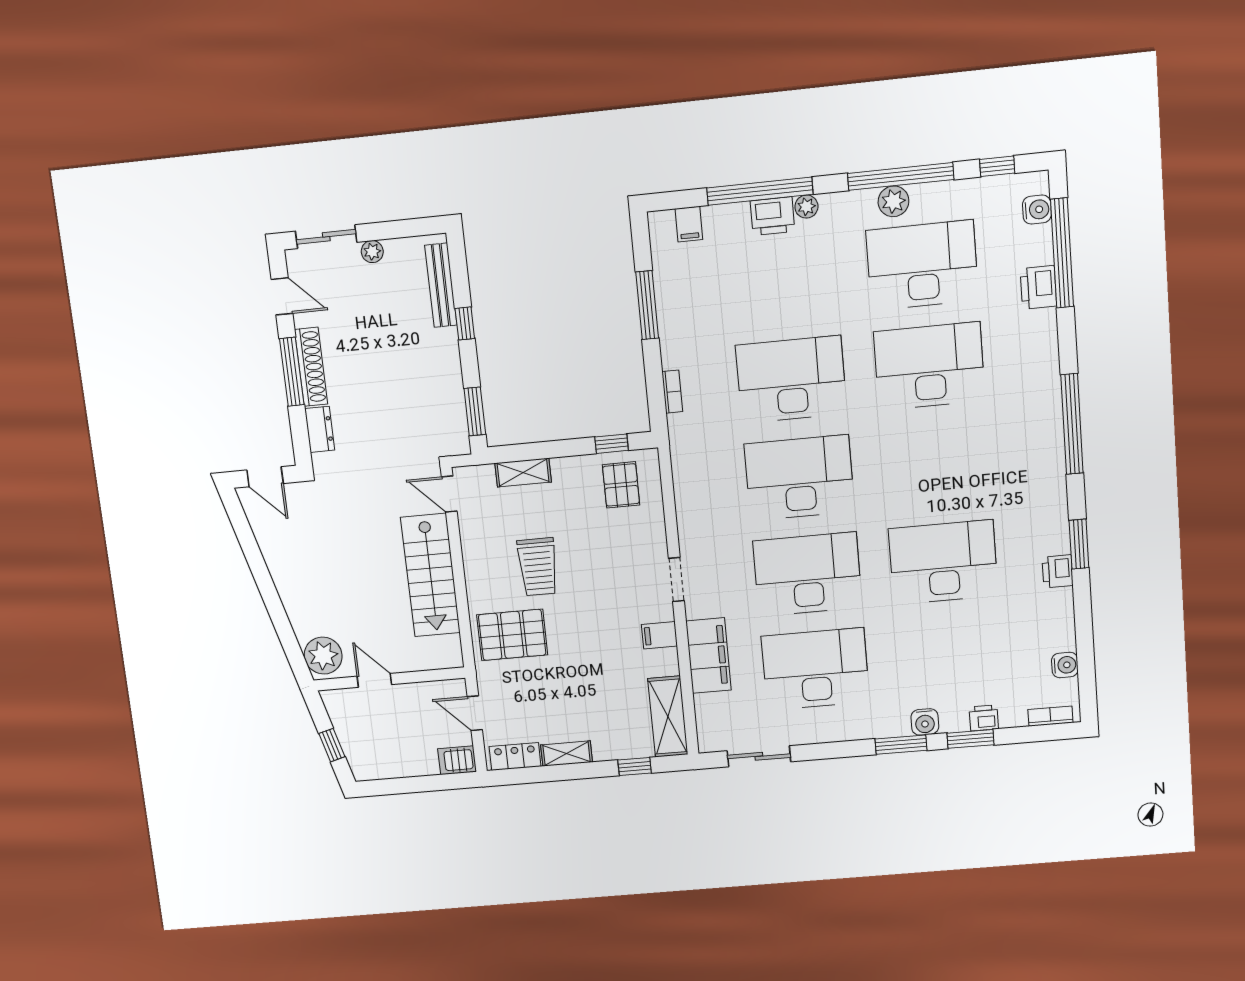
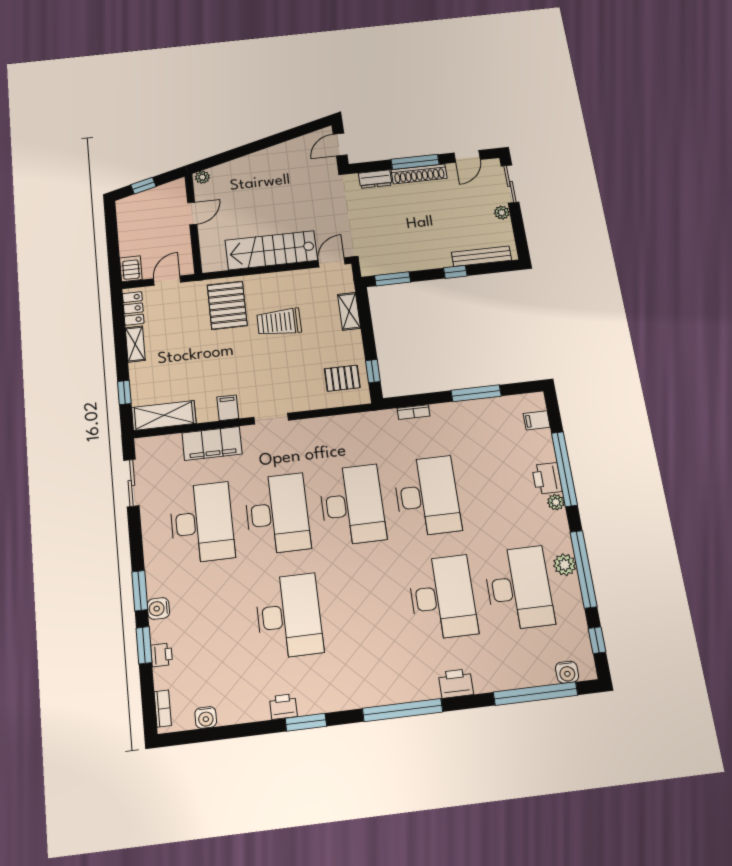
printer: (1038, 287) -> (456, 683), moved
plant: (323, 656) -> (202, 177), width x0.53, depth x0.53

